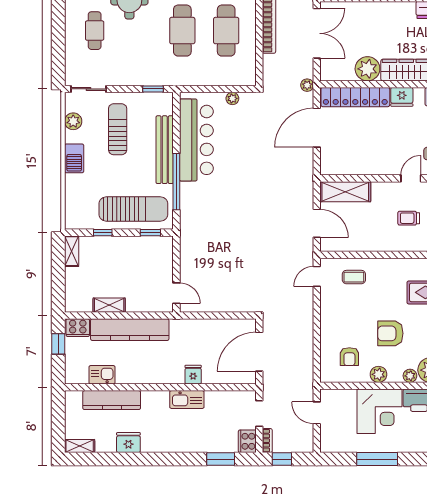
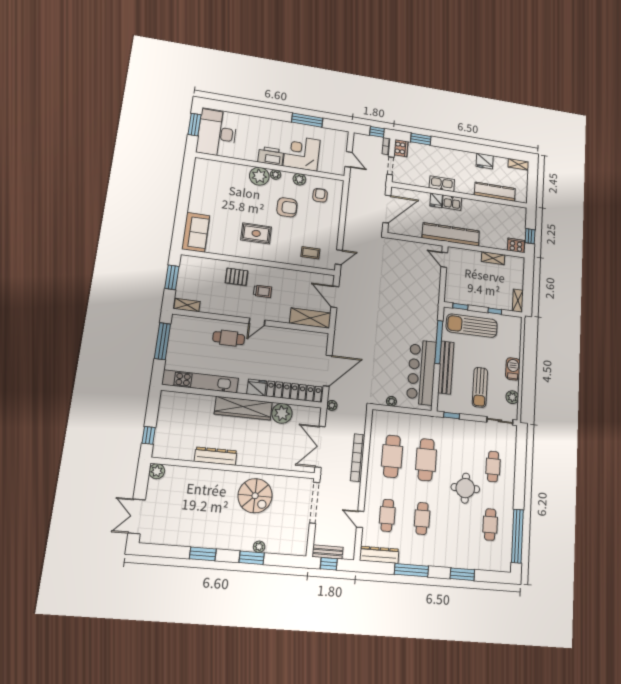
kitchen counter: (130, 330) -> (451, 234), moved
kitchen sink: (102, 375) -> (452, 203), moved

